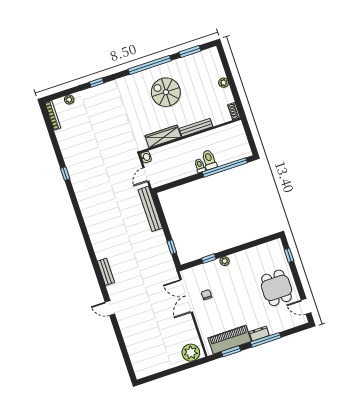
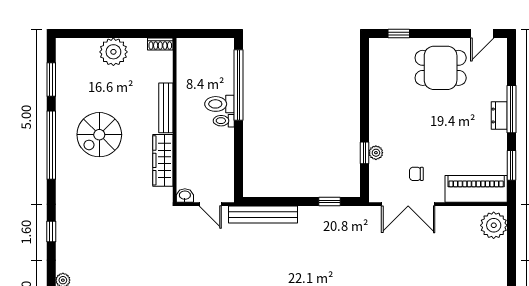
plant: (224, 83) -> (113, 52), width x1.88, depth x1.88
plant: (225, 261) -> (376, 153), moved
piano: (230, 340) -> (476, 189), moved, turned 90

